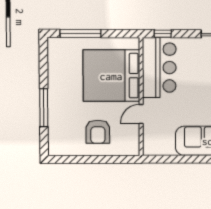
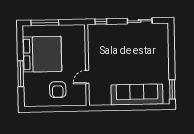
bar counter: (159, 68) -> (99, 45), removed
bed: (111, 76) -> (42, 54), moved, turned 180

